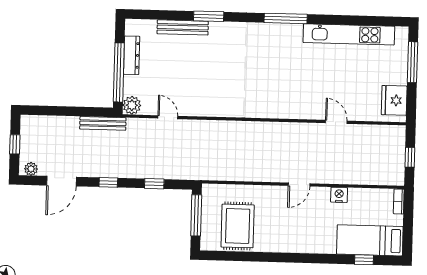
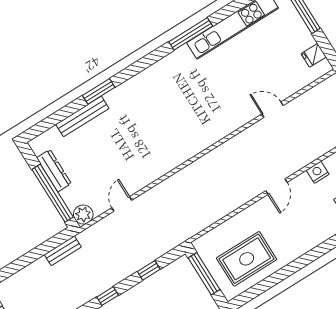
window: (286, 18) -> (191, 34), moved
fridge: (394, 100) -> (314, 55), width x0.53, depth x0.75
door: (168, 117) -> (122, 204), hinge flipped
bench: (103, 123) -> (63, 251), width x0.73
rug: (238, 226) -> (247, 259), turned 90

